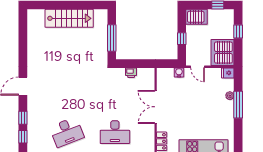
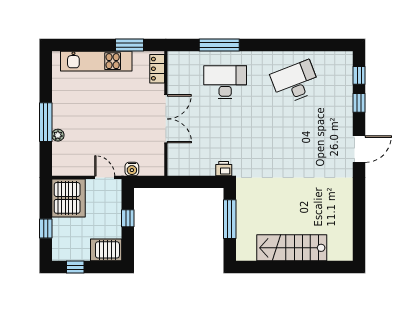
printer: (131, 73) -> (224, 169), moved
fridge: (228, 73) -> (61, 168), removed

